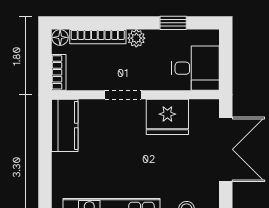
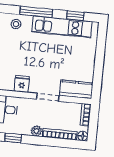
fridge: (167, 117) -> (22, 84), width x0.53, depth x0.75
kitchen counter: (65, 125) -> (76, 89), moved, turned 90

